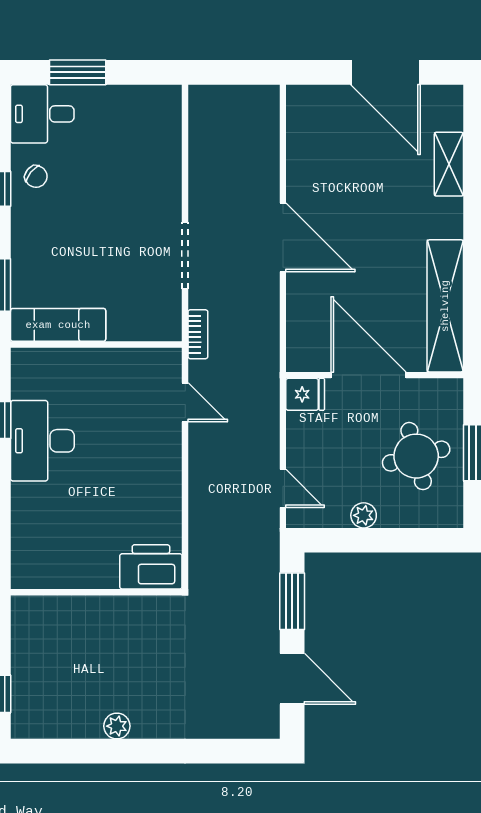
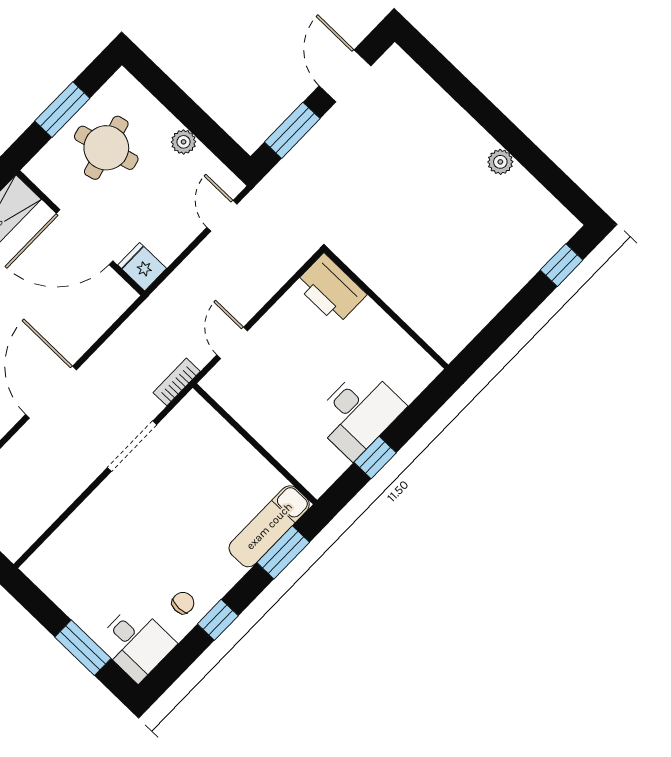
chair: (36, 177) -> (183, 603), turned 51
exam couch: (58, 325) -> (269, 526), moved, turned 90
door: (369, 375) -> (85, 237), hinge flipped
printer: (151, 567) -> (331, 289), moved
wall: (96, 592) -> (386, 309), moved

